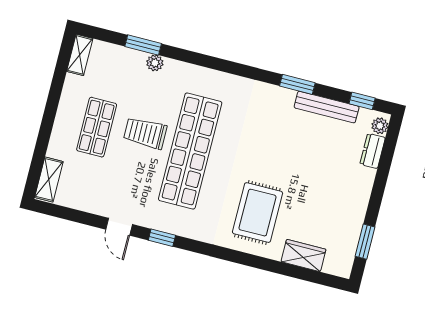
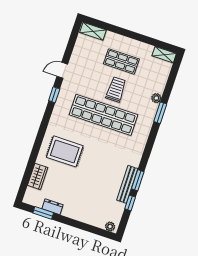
window: (143, 45) -> (160, 113), moved
window: (362, 101) -> (130, 203), moved
bench: (327, 107) -> (127, 184), moved
dresser: (373, 151) -> (53, 207), moved

